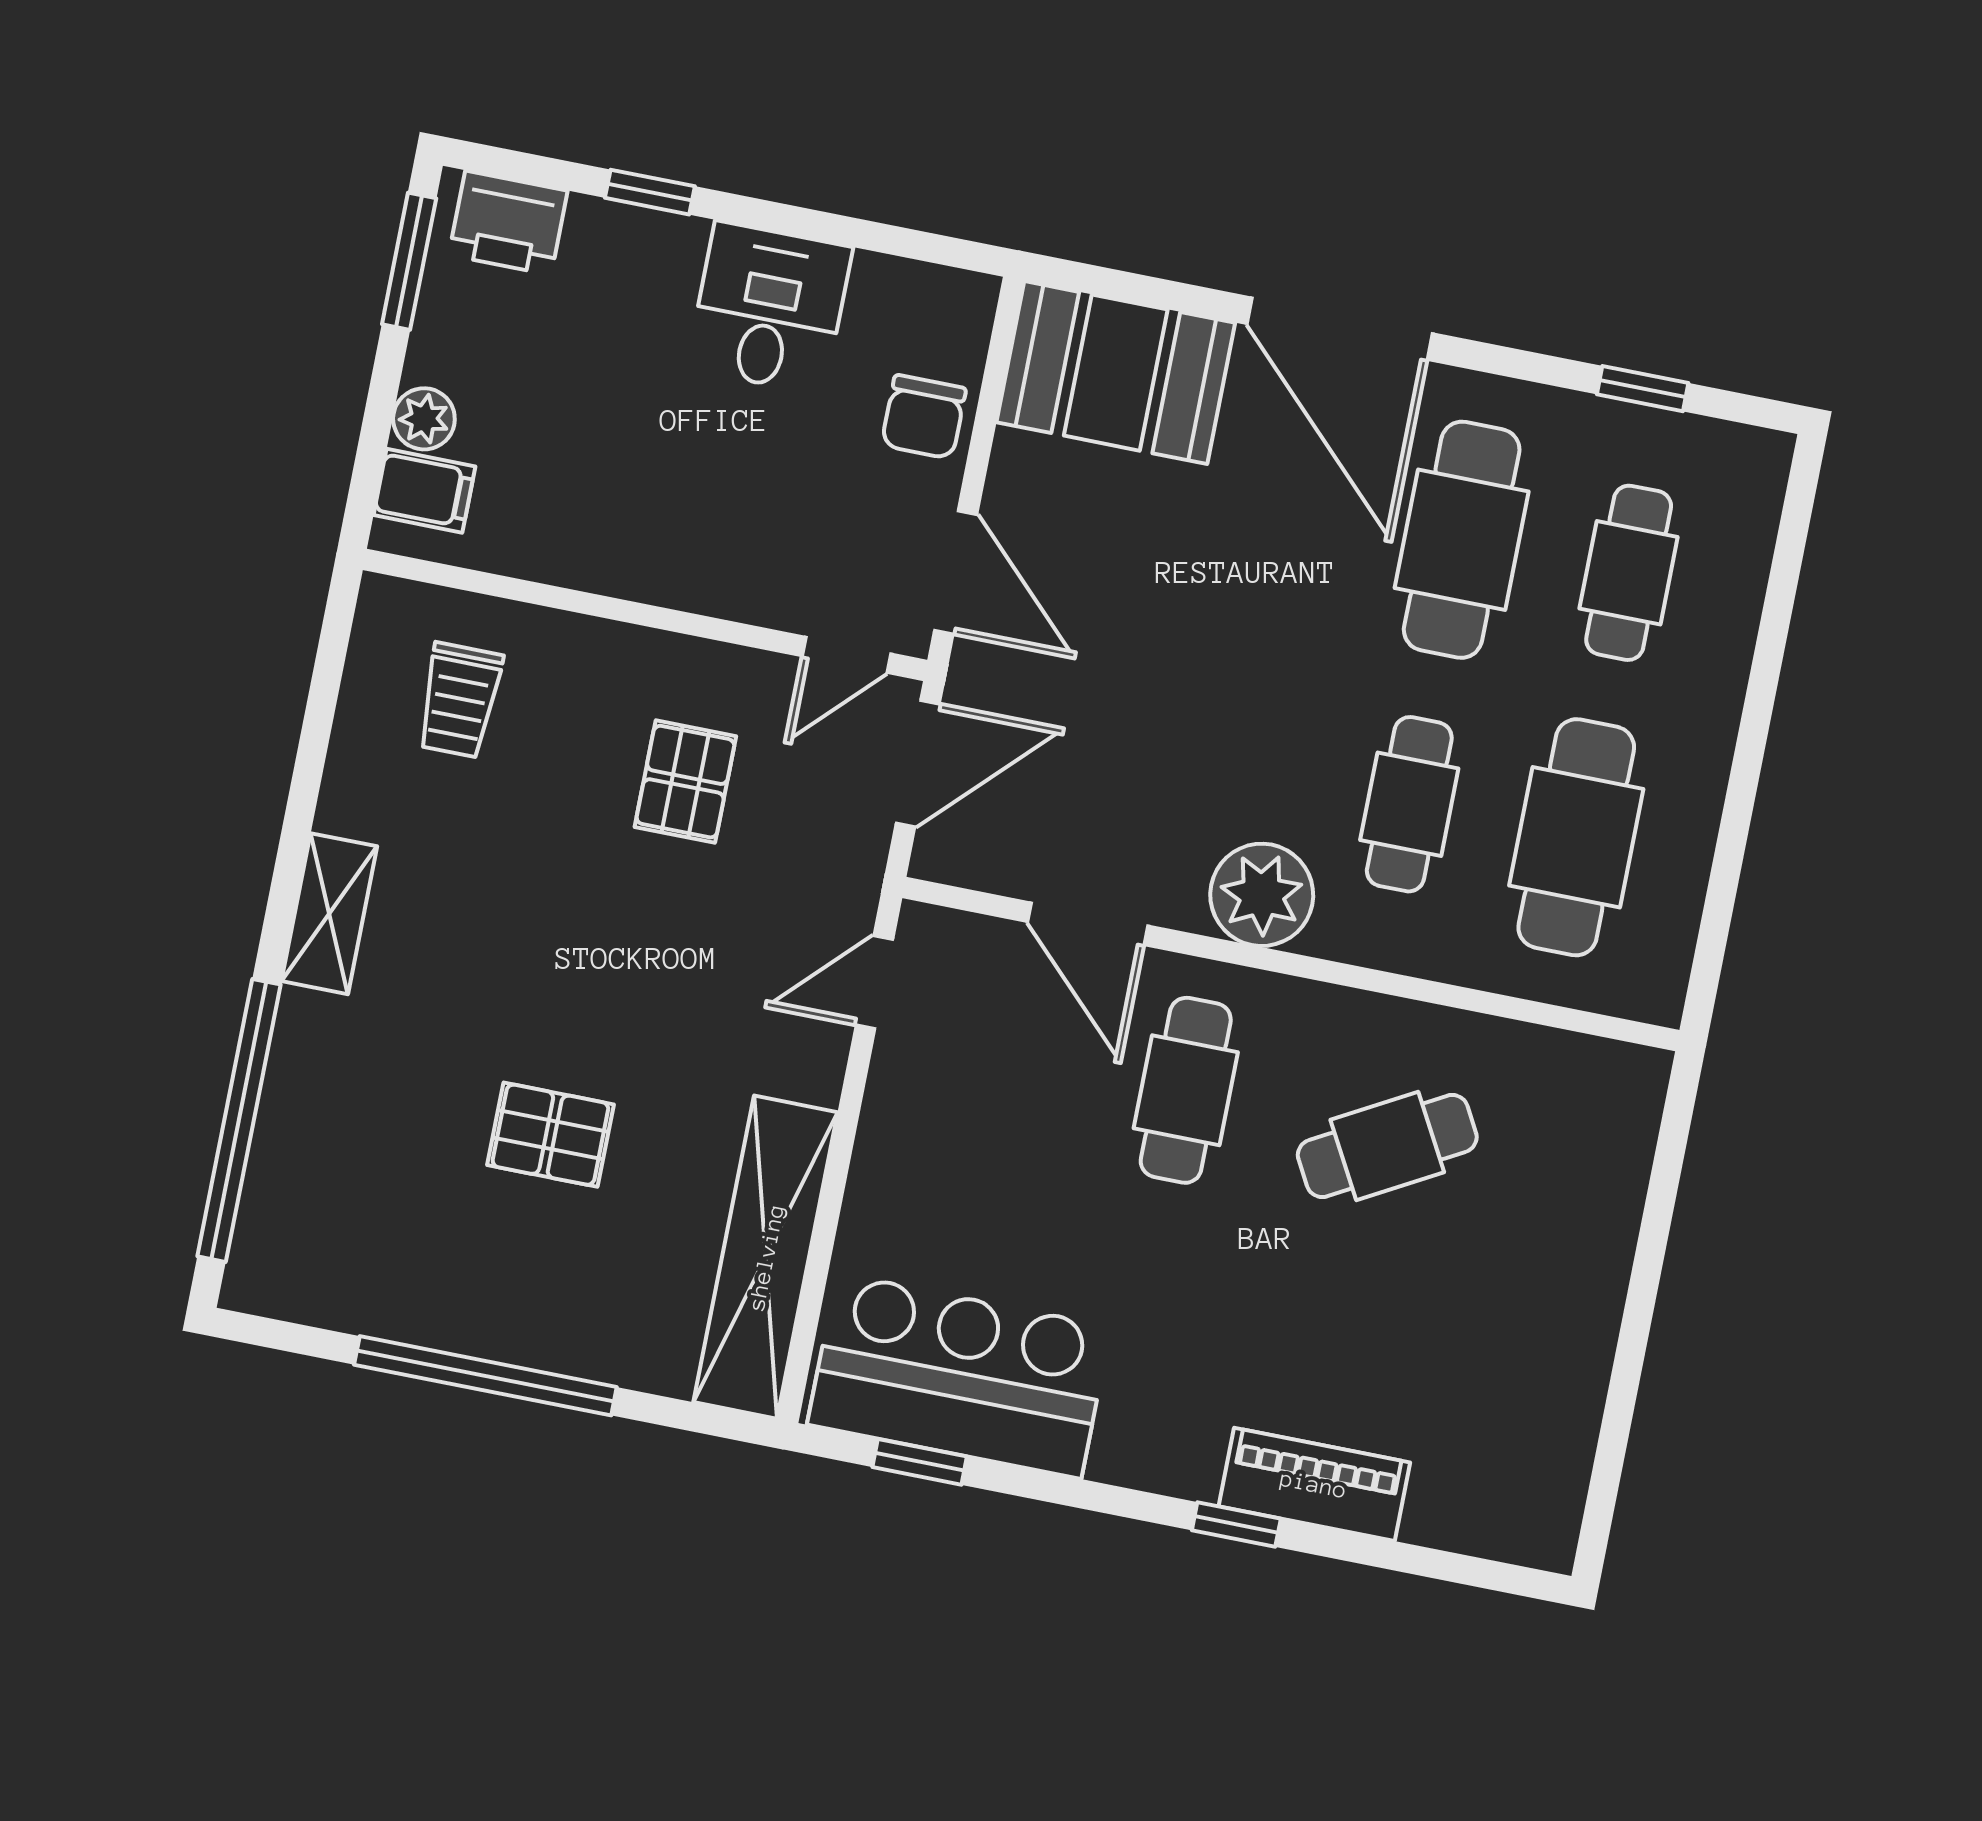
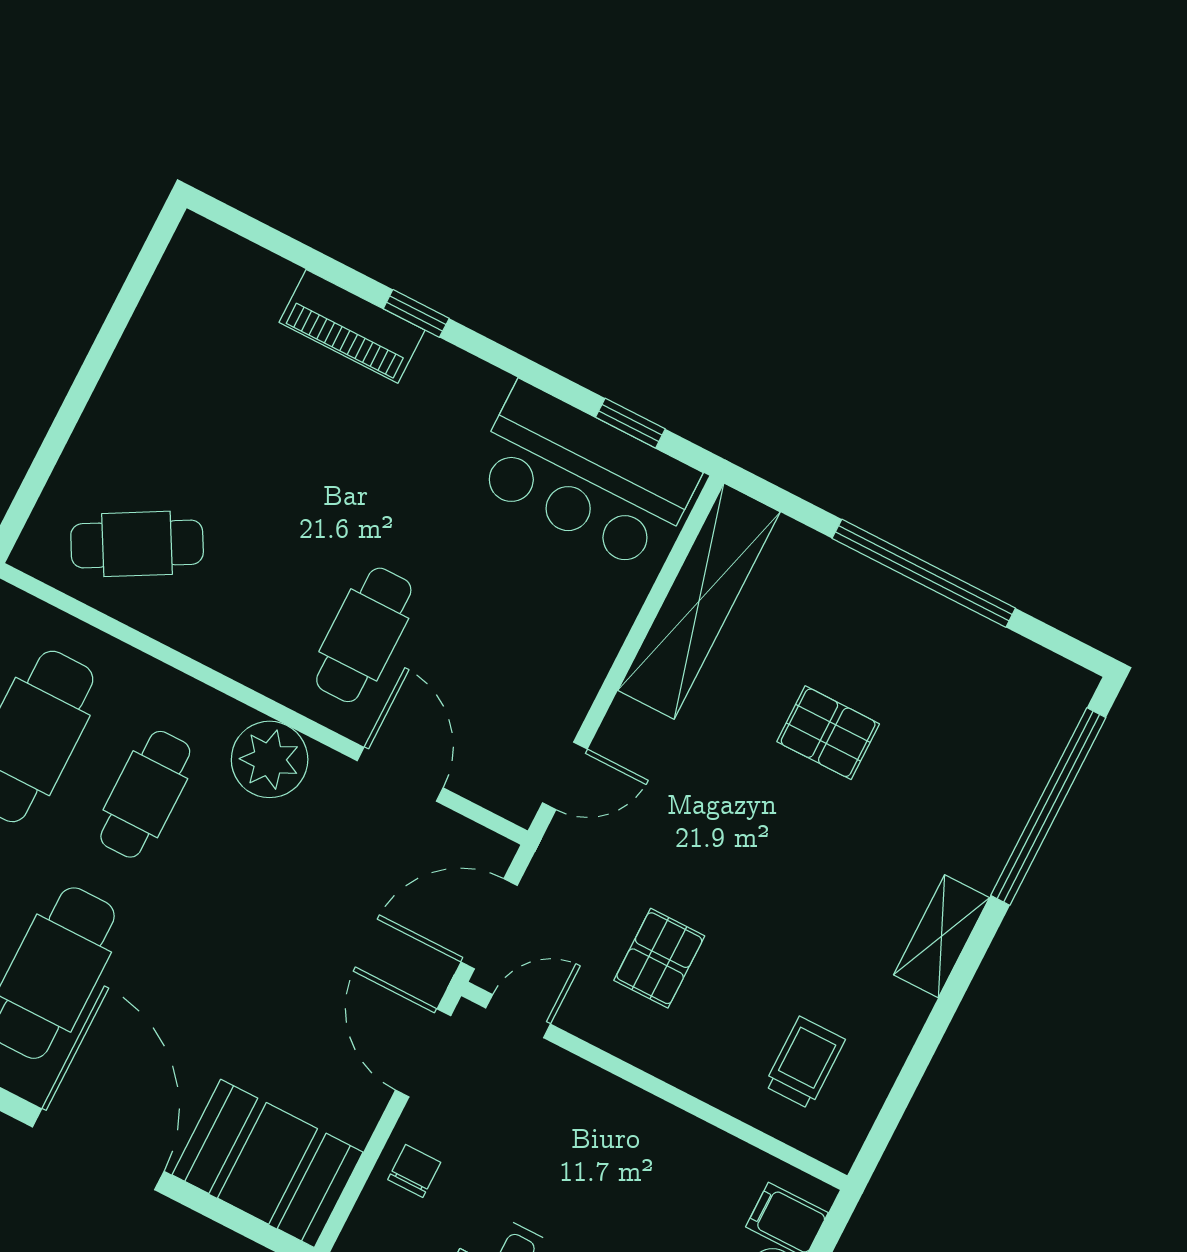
chair: (924, 417) -> (414, 1171), width x0.73, depth x0.73
cafe table: (1387, 1146) -> (137, 544), moved

